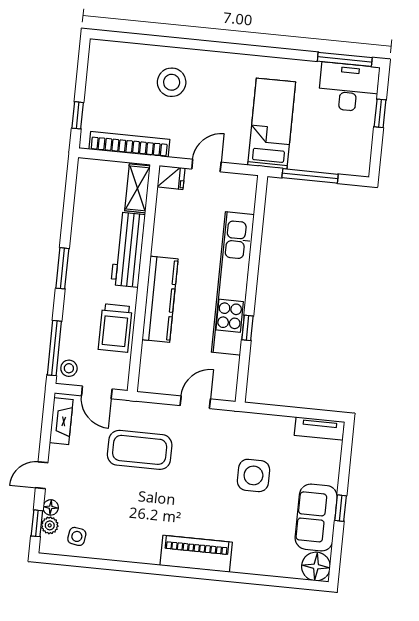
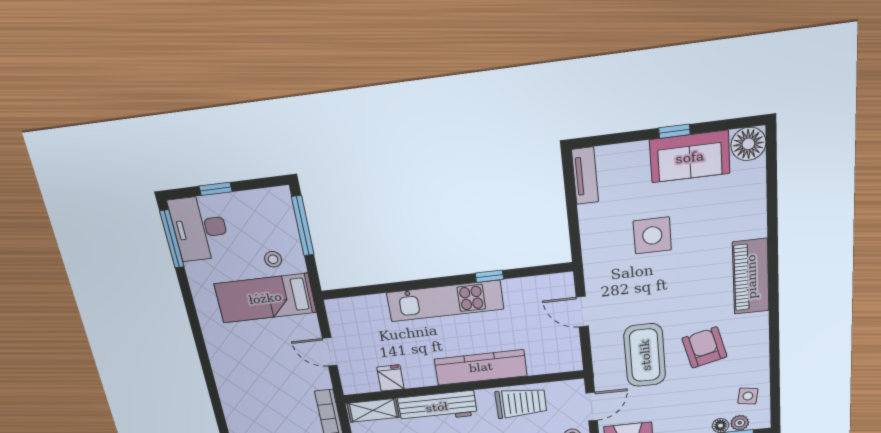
stool: (172, 82) -> (273, 259), moved, width x0.53, depth x0.53
window: (310, 176) -> (303, 226), moved
fridge: (171, 177) -> (390, 378), moved
kitchen unit: (233, 283) -> (445, 301), width x0.73
armchair: (136, 504) -> (704, 347), added

